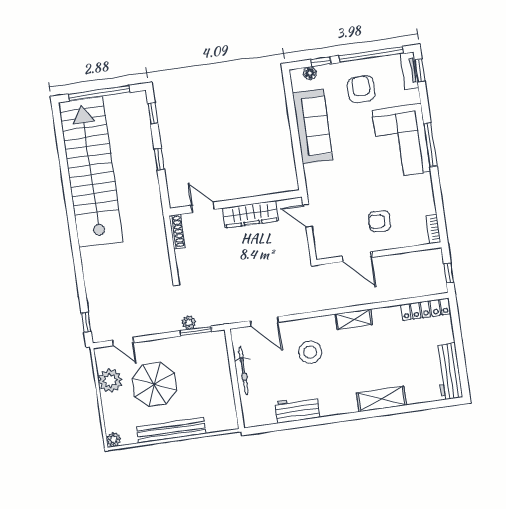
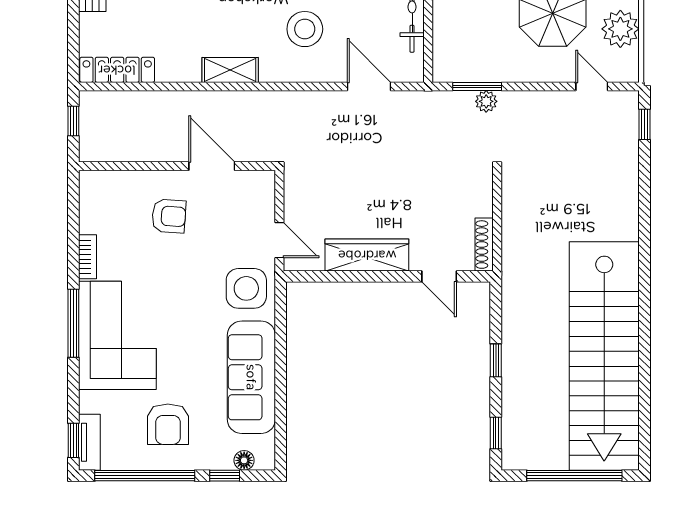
side table: (324, 182) -> (246, 288), added
bookcase: (433, 229) -> (88, 257), moved

